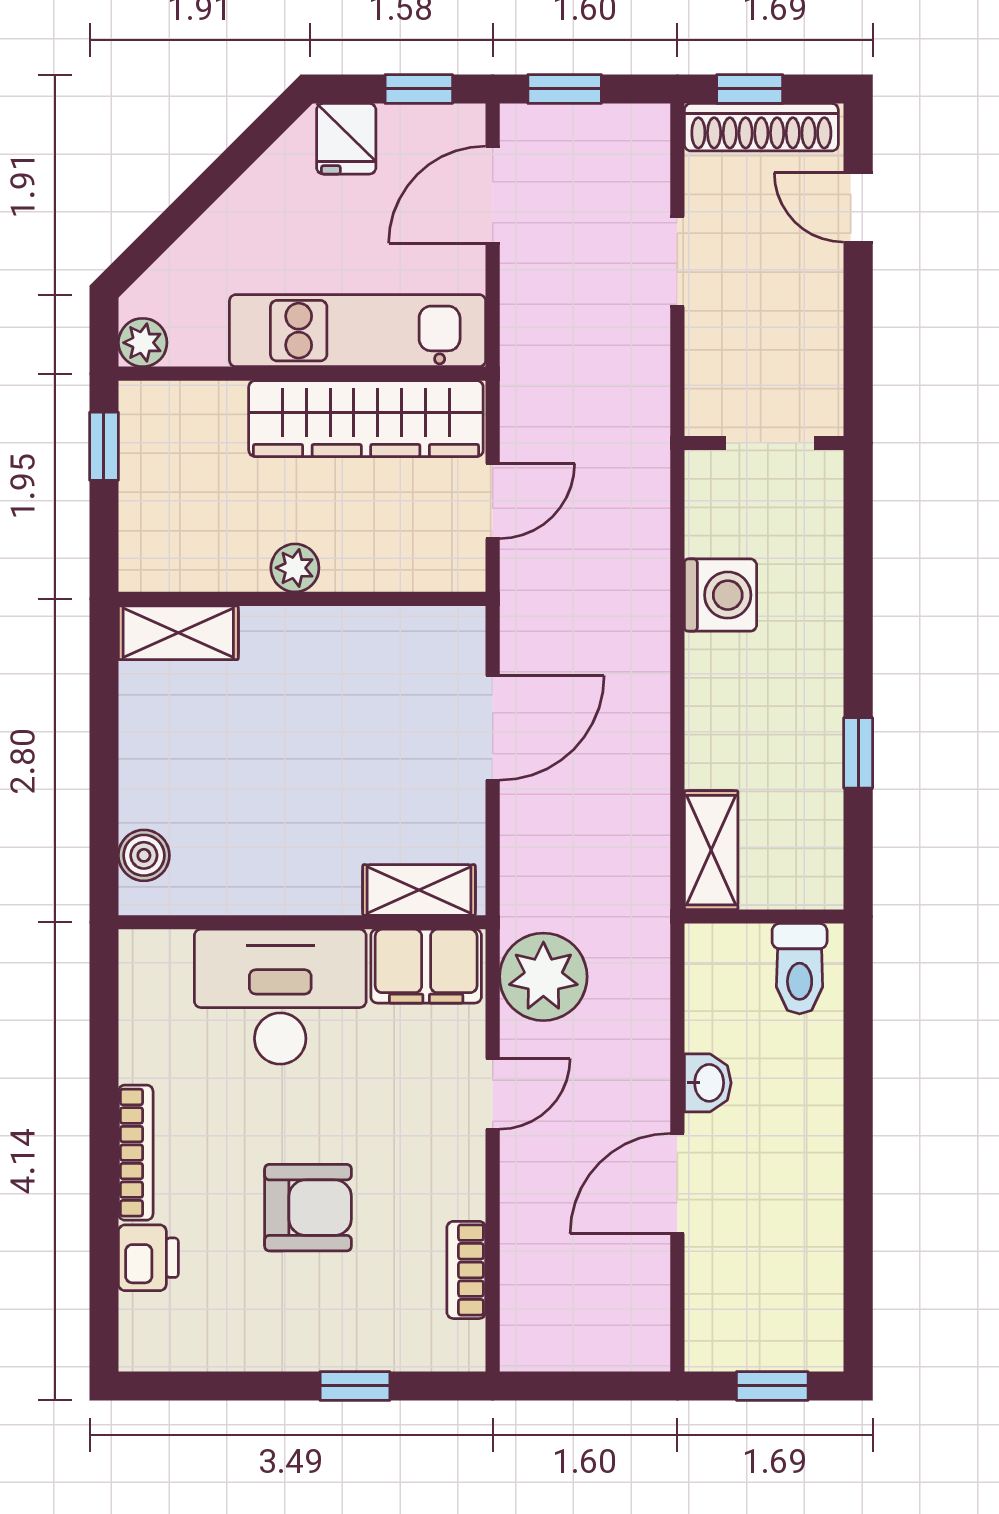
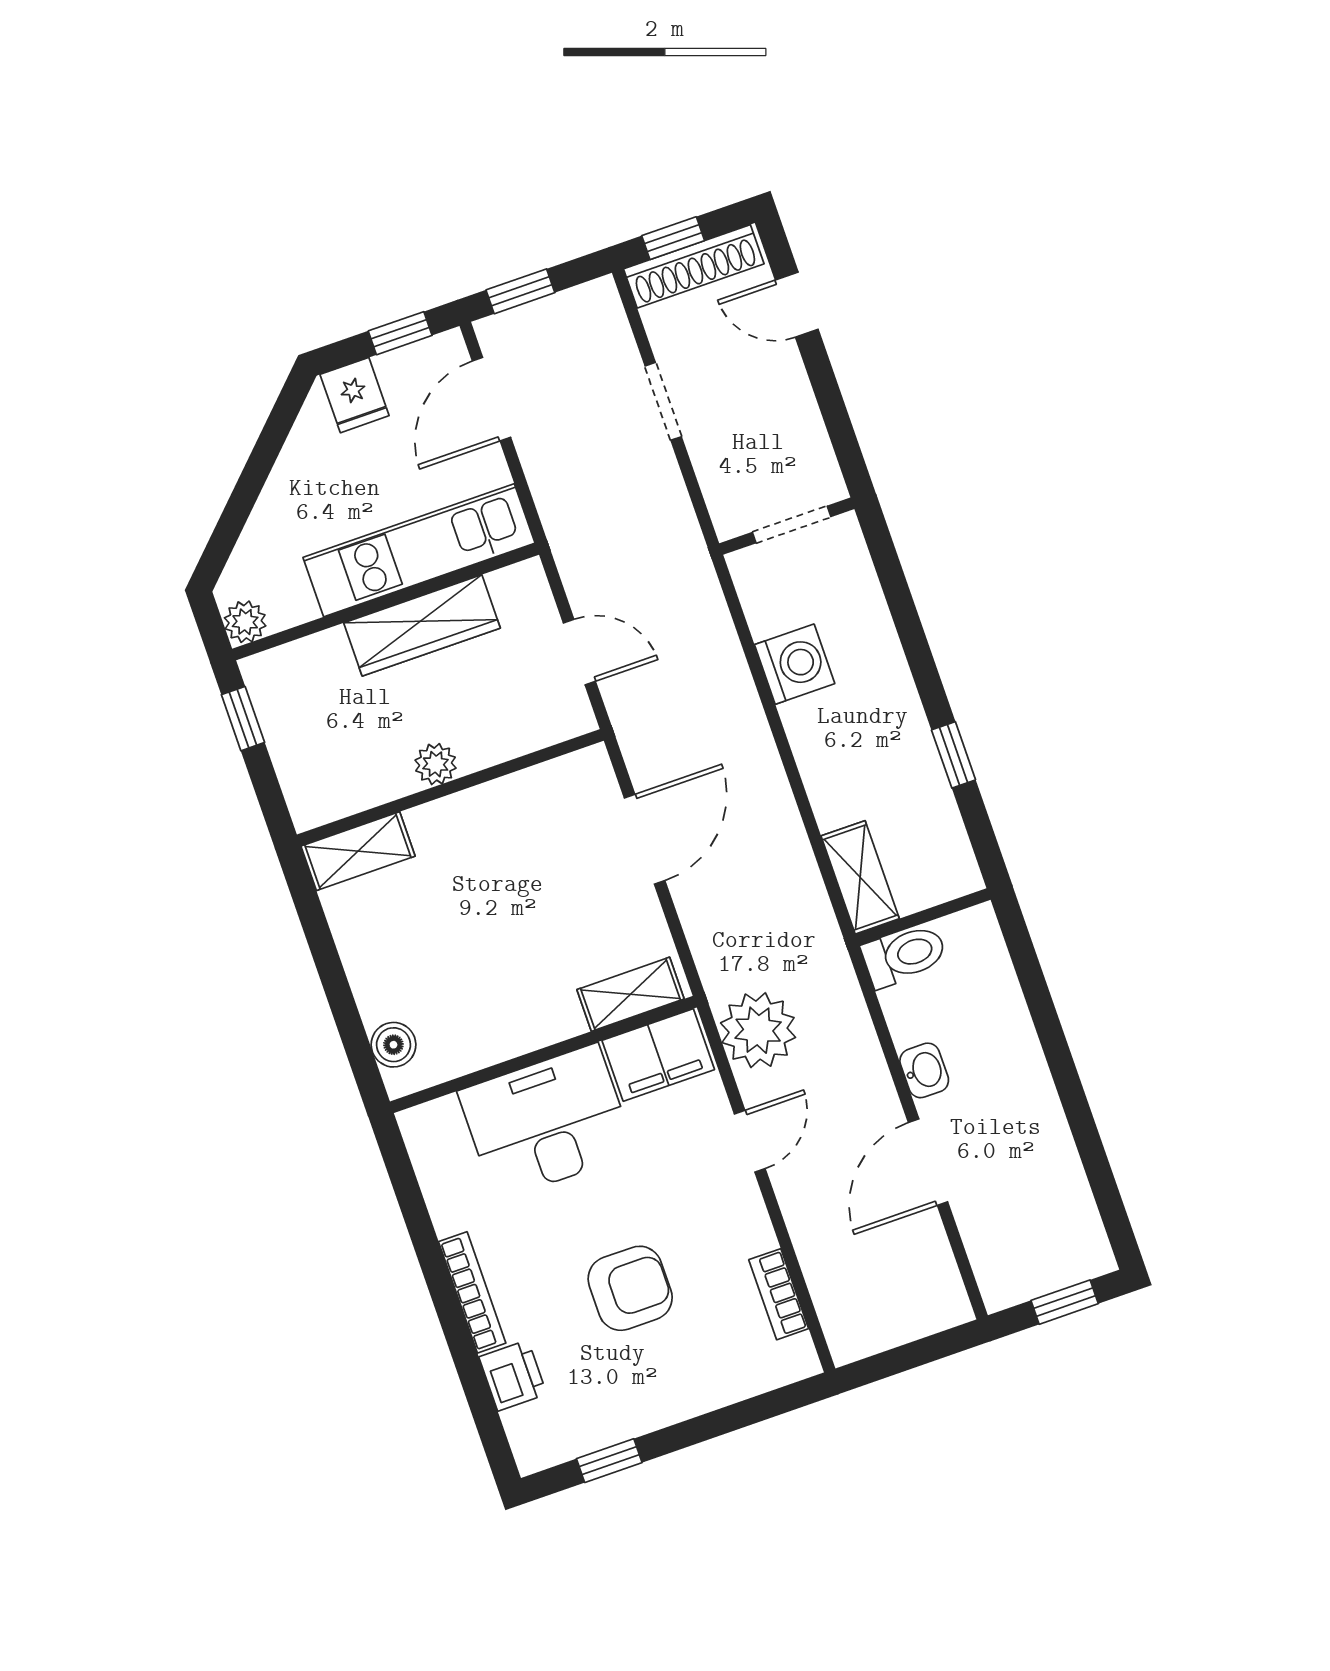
wardrobe: (366, 419) -> (422, 625), width x0.71, depth x0.85
door: (493, 501) -> (579, 652), hinge flipped
toilet: (800, 969) -> (904, 955), moved, turned -90
window: (355, 1386) -> (609, 1461), moved

